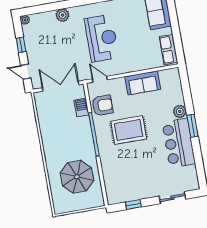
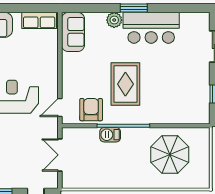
sofa: (143, 83) -> (73, 32), moved
double door: (61, 86) -> (60, 155), width x0.73
barbecue: (82, 108) -> (110, 135), moved

